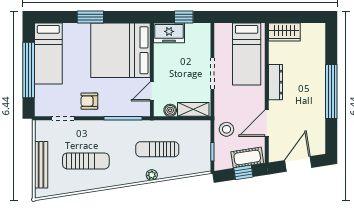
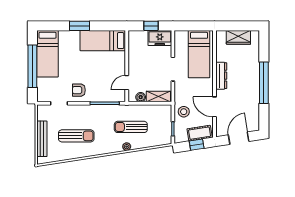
wardrobe: (284, 32) -> (238, 37), moved
freezer: (169, 33) -> (160, 38), moved
bed: (121, 50) -> (103, 41), width x0.49
door: (267, 123) -> (214, 107), hinge flipped

